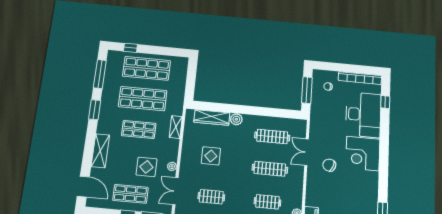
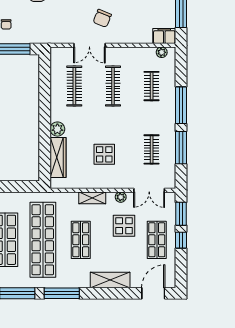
shop shelf: (143, 99) -> (43, 240), width x1.40
window: (95, 110) -> (62, 293), width x1.44
shelving: (176, 127) -> (92, 198), moved

